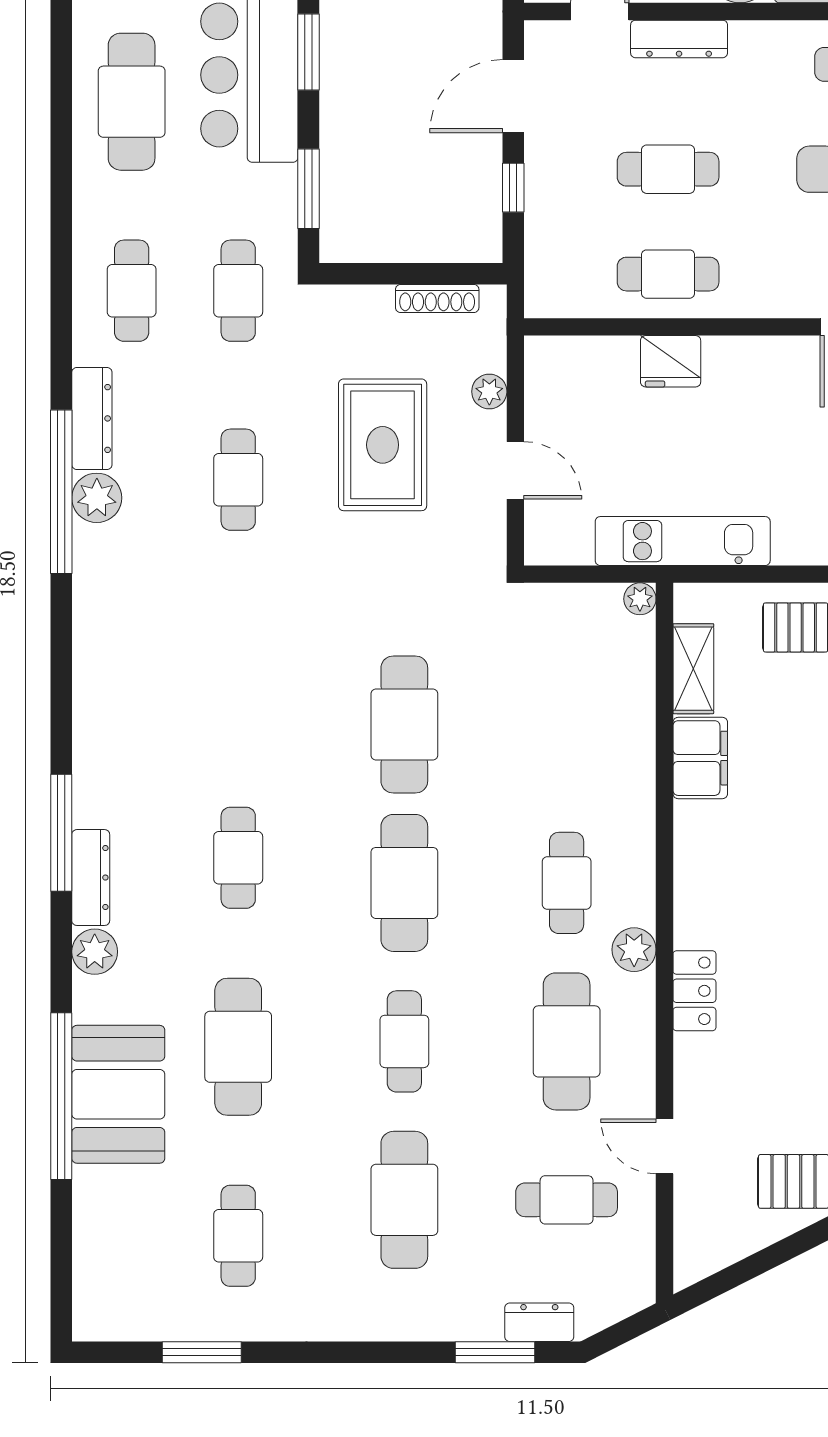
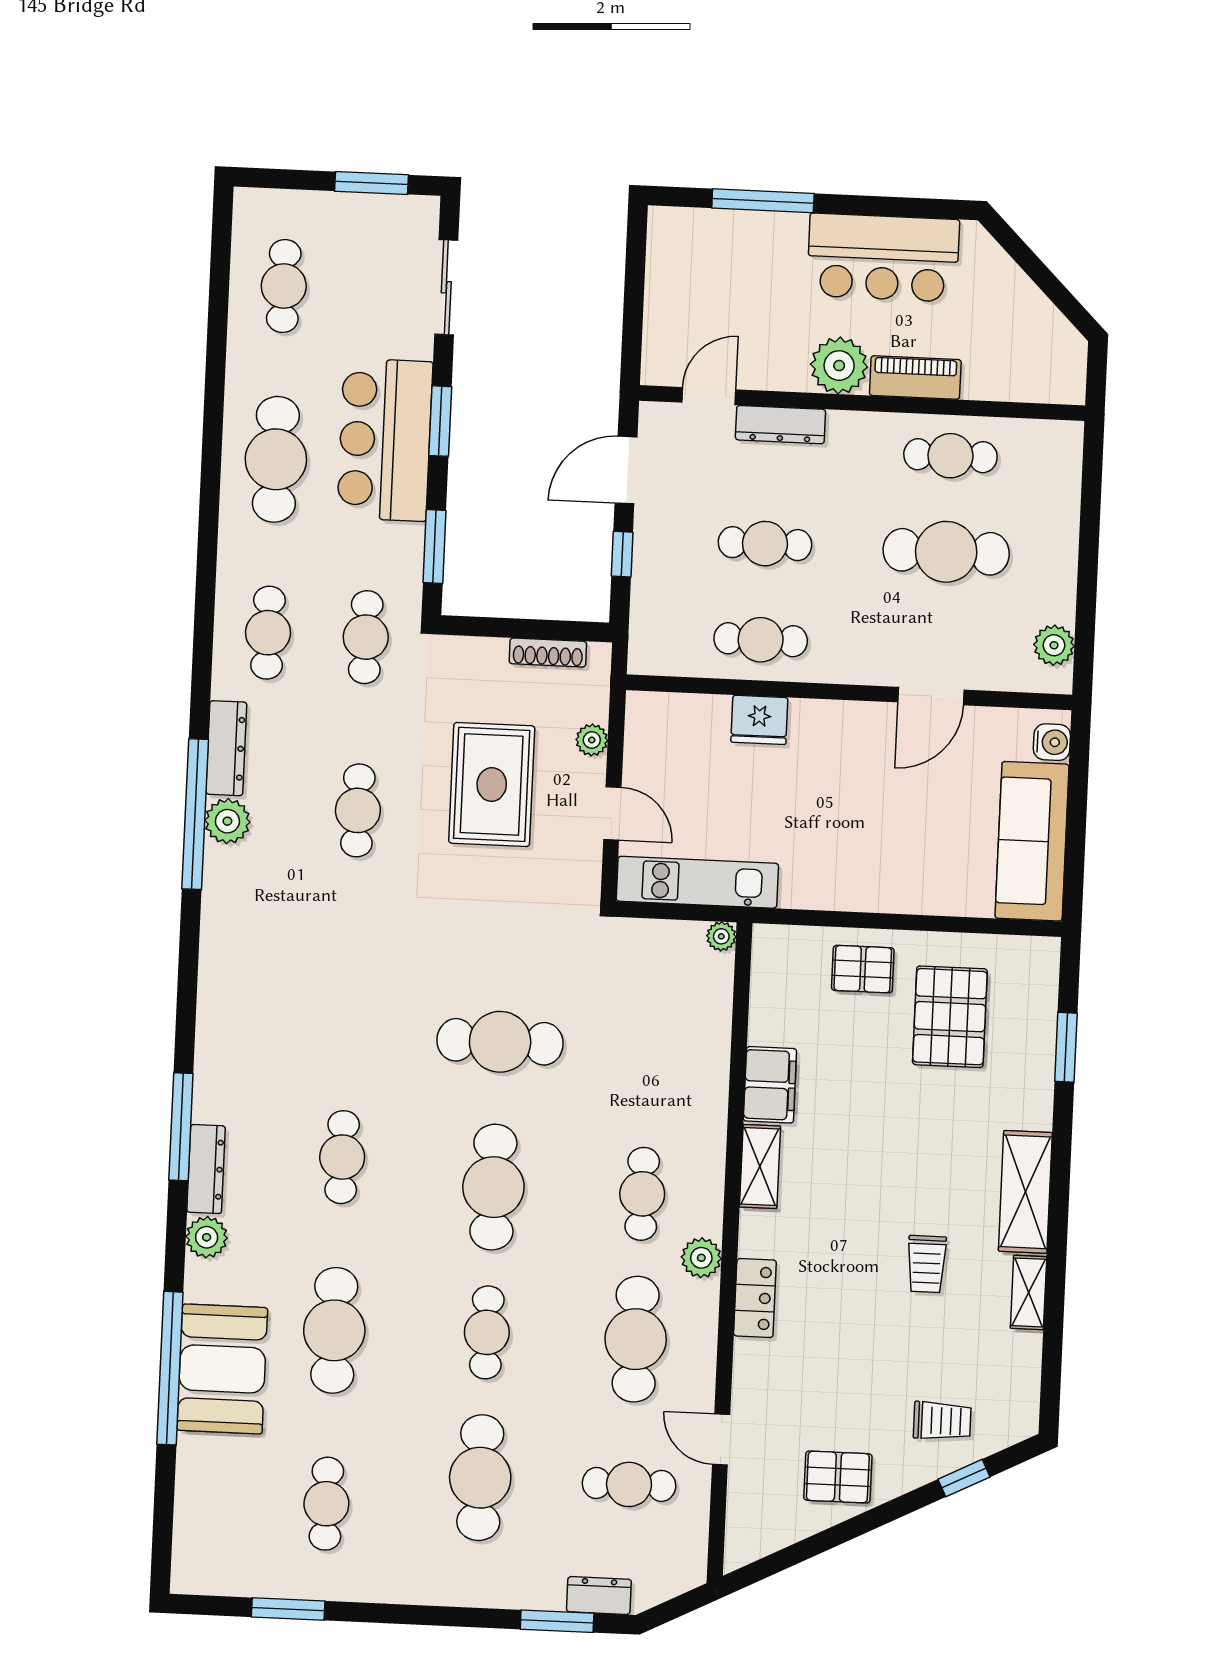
kitchen unit: (683, 541) -> (697, 882), moved
shelving: (693, 669) -> (760, 1166), moved
cafe table: (404, 725) -> (500, 1042), turned 90

